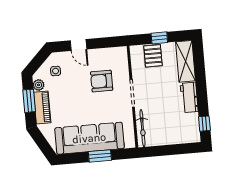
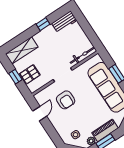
door: (78, 45) -> (40, 114), moved
workbench: (189, 97) -> (64, 22), moved
window: (204, 124) -> (43, 24), moved

